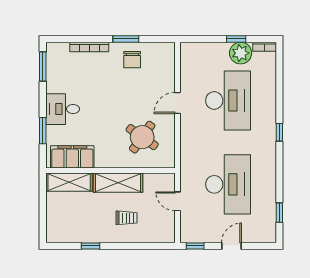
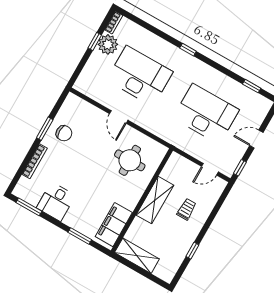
desk: (63, 109) -> (56, 202), moved
round table: (142, 137) -> (130, 160), turned -35
shelving: (69, 182) -> (137, 256), moved, turned 90
door: (177, 201) -> (210, 169), moved
door: (231, 246) -> (256, 139), hinge flipped

